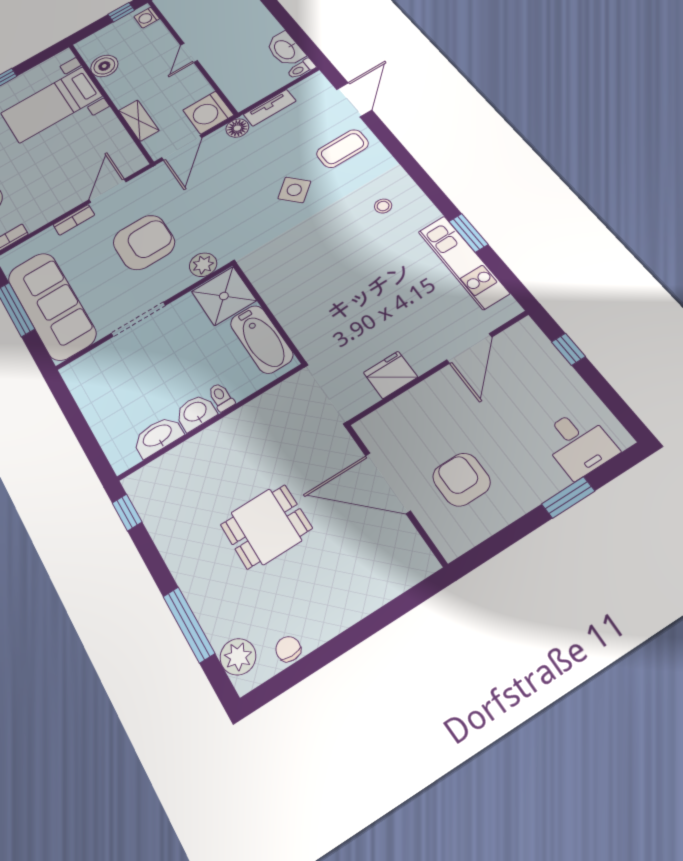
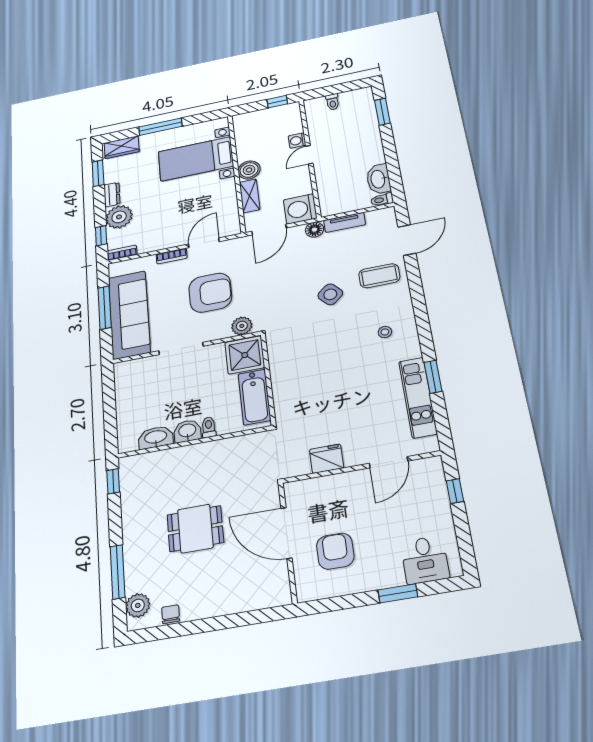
washing machine: (147, 18) -> (297, 141), moved
boiler: (104, 66) -> (249, 170), moved

